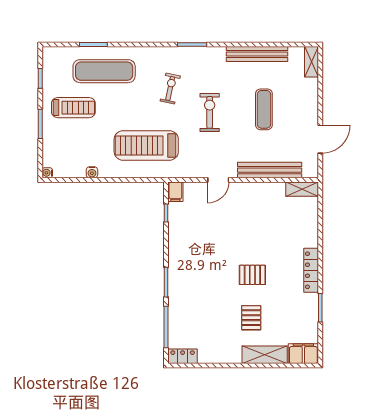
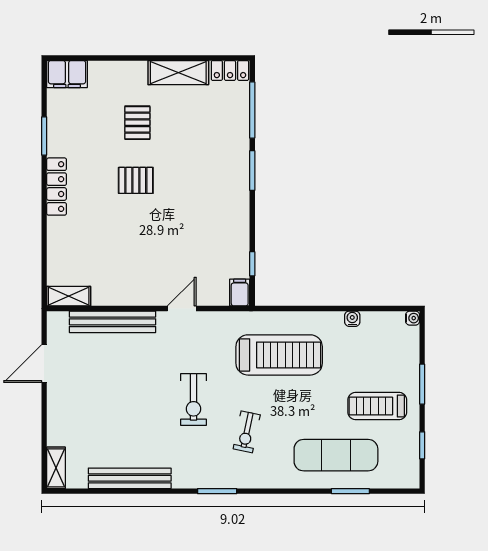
exercise mat: (264, 109) -> (120, 404), removed
shelving: (265, 355) -> (178, 73), moved

